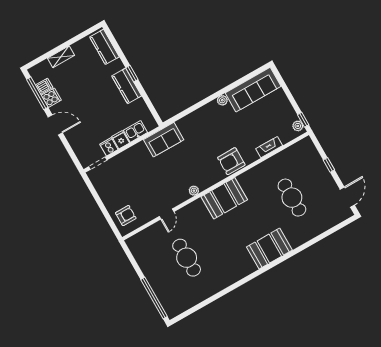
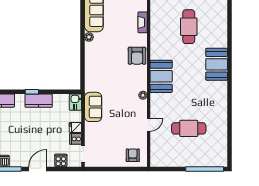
cooker: (51, 98) -> (61, 161), moved
kitchen sink: (135, 131) -> (75, 102), moved
sofa: (164, 140) -> (93, 107), moved
cafe table: (292, 198) -> (189, 27), turned 90
door: (167, 214) -> (149, 125), hinge flipped

